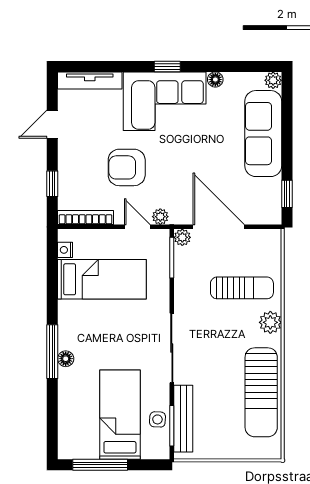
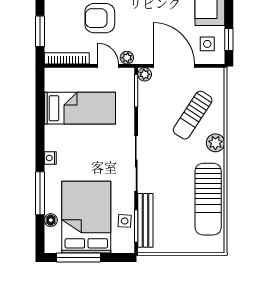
window: (52, 184) -> (40, 31), width x1.50
side table: (260, 199) -> (207, 44), added
nightstand: (65, 250) -> (50, 158), moved
sun lounger: (242, 288) -> (193, 115), turned 123
window: (52, 352) -> (40, 193), moved
floor lamp: (66, 359) -> (51, 220), moved
bed: (120, 415) -> (86, 217), width x1.50

